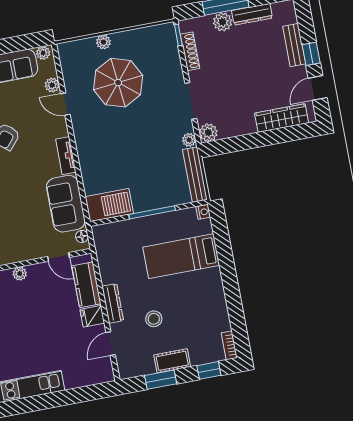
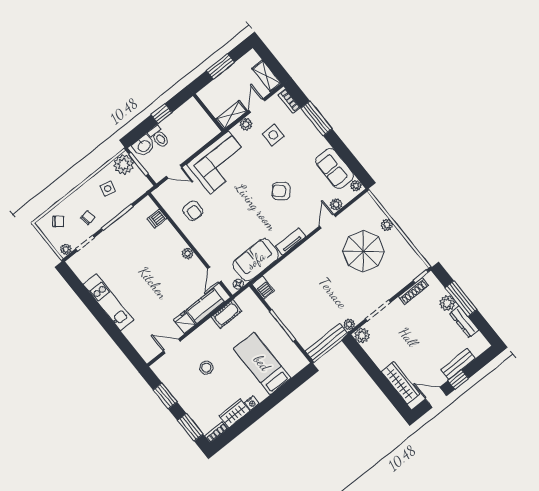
barbecue: (109, 205) -> (263, 287), width x0.53, depth x0.65
nightstand: (203, 212) -> (252, 403), moved
dresser: (113, 303) -> (202, 332), removed
wardrobe: (219, 315) -> (234, 413), added
cot: (172, 361) -> (227, 314), moved, turned 90
window: (209, 370) -> (190, 427), width x1.50

